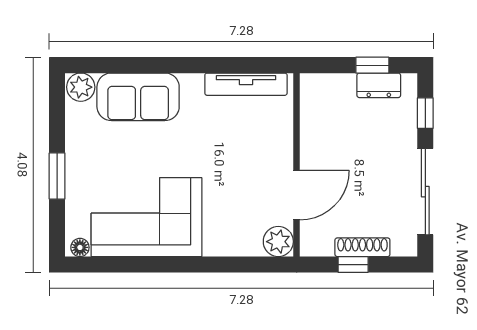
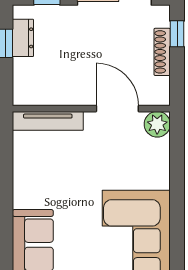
tv unit: (246, 84) -> (48, 121), moved, turned 90
window: (353, 265) -> (177, 34), moved

